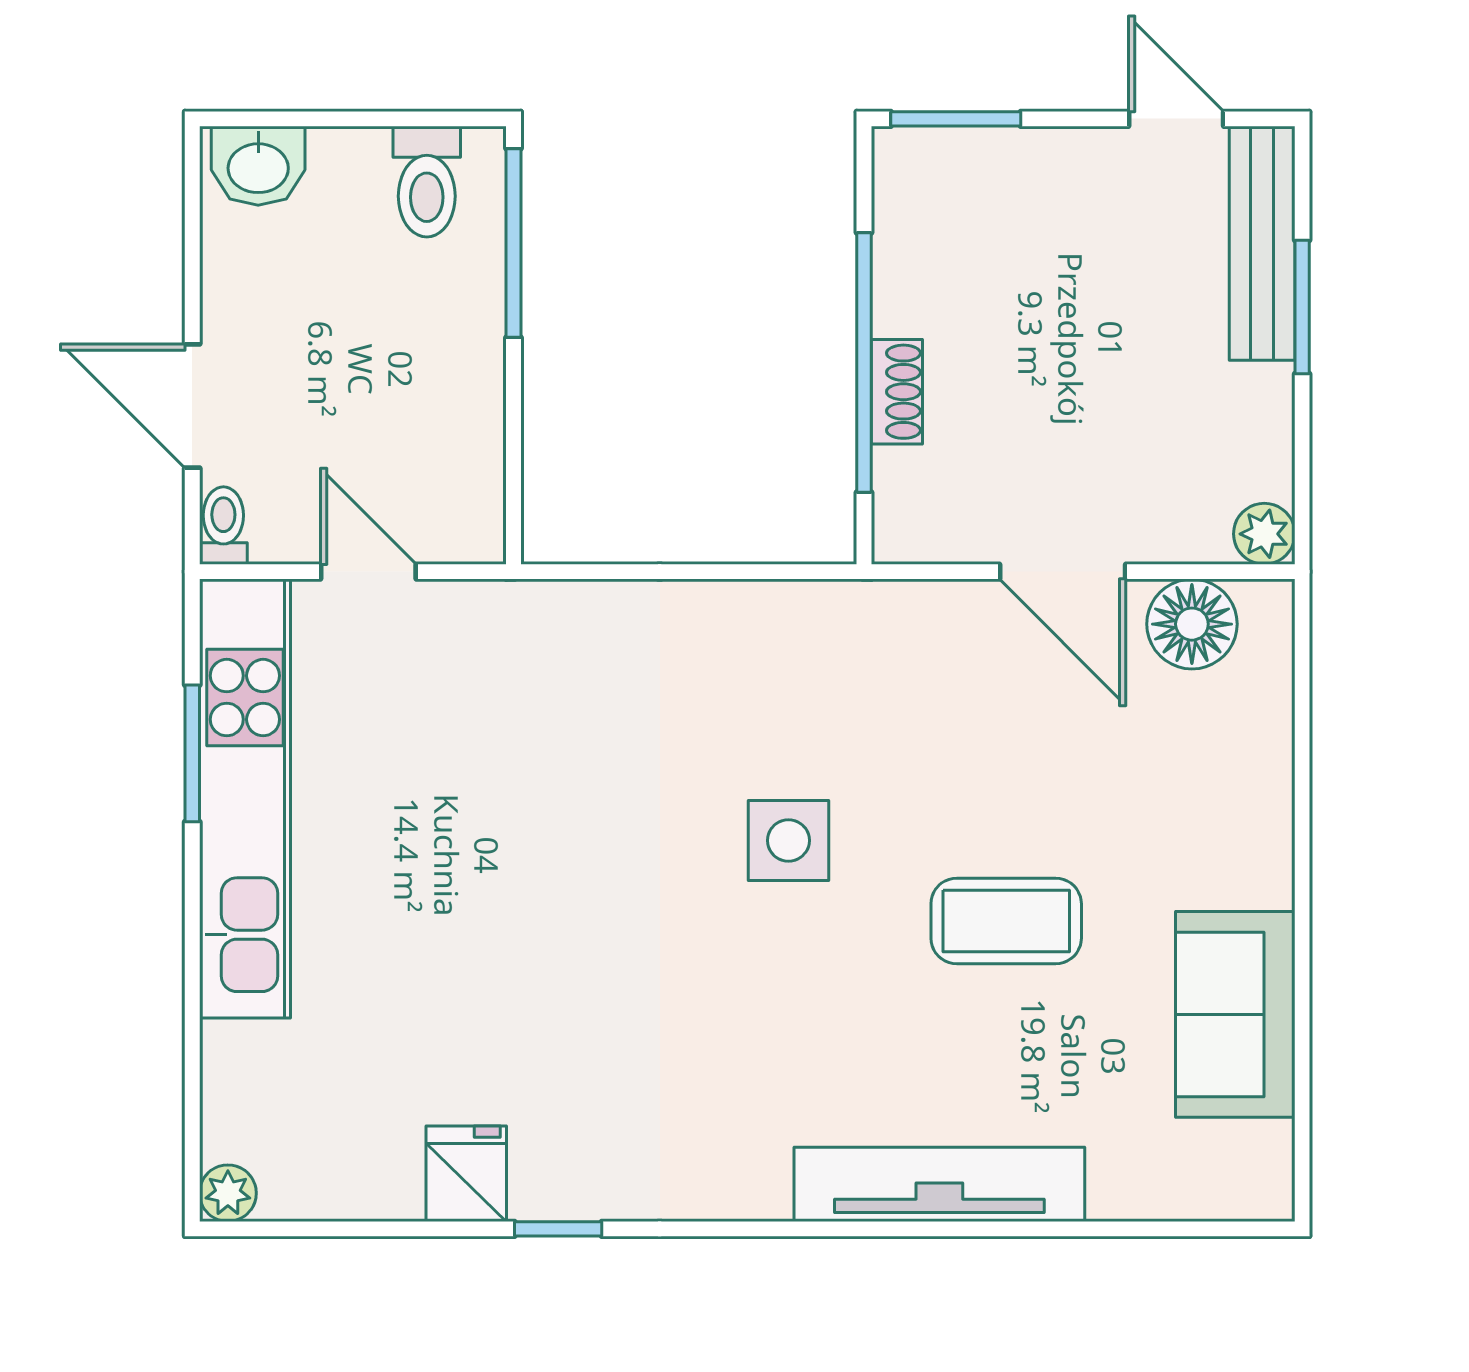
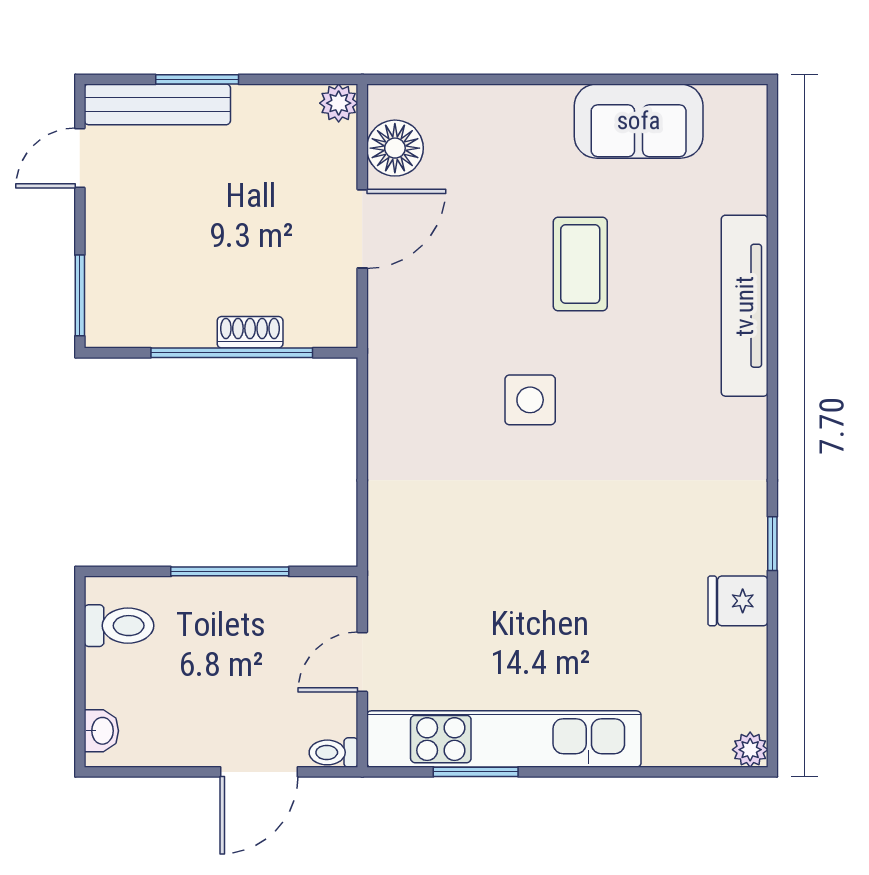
washbasin: (258, 166) -> (101, 731), width x0.72, depth x0.69
window: (514, 243) -> (230, 571), moved

